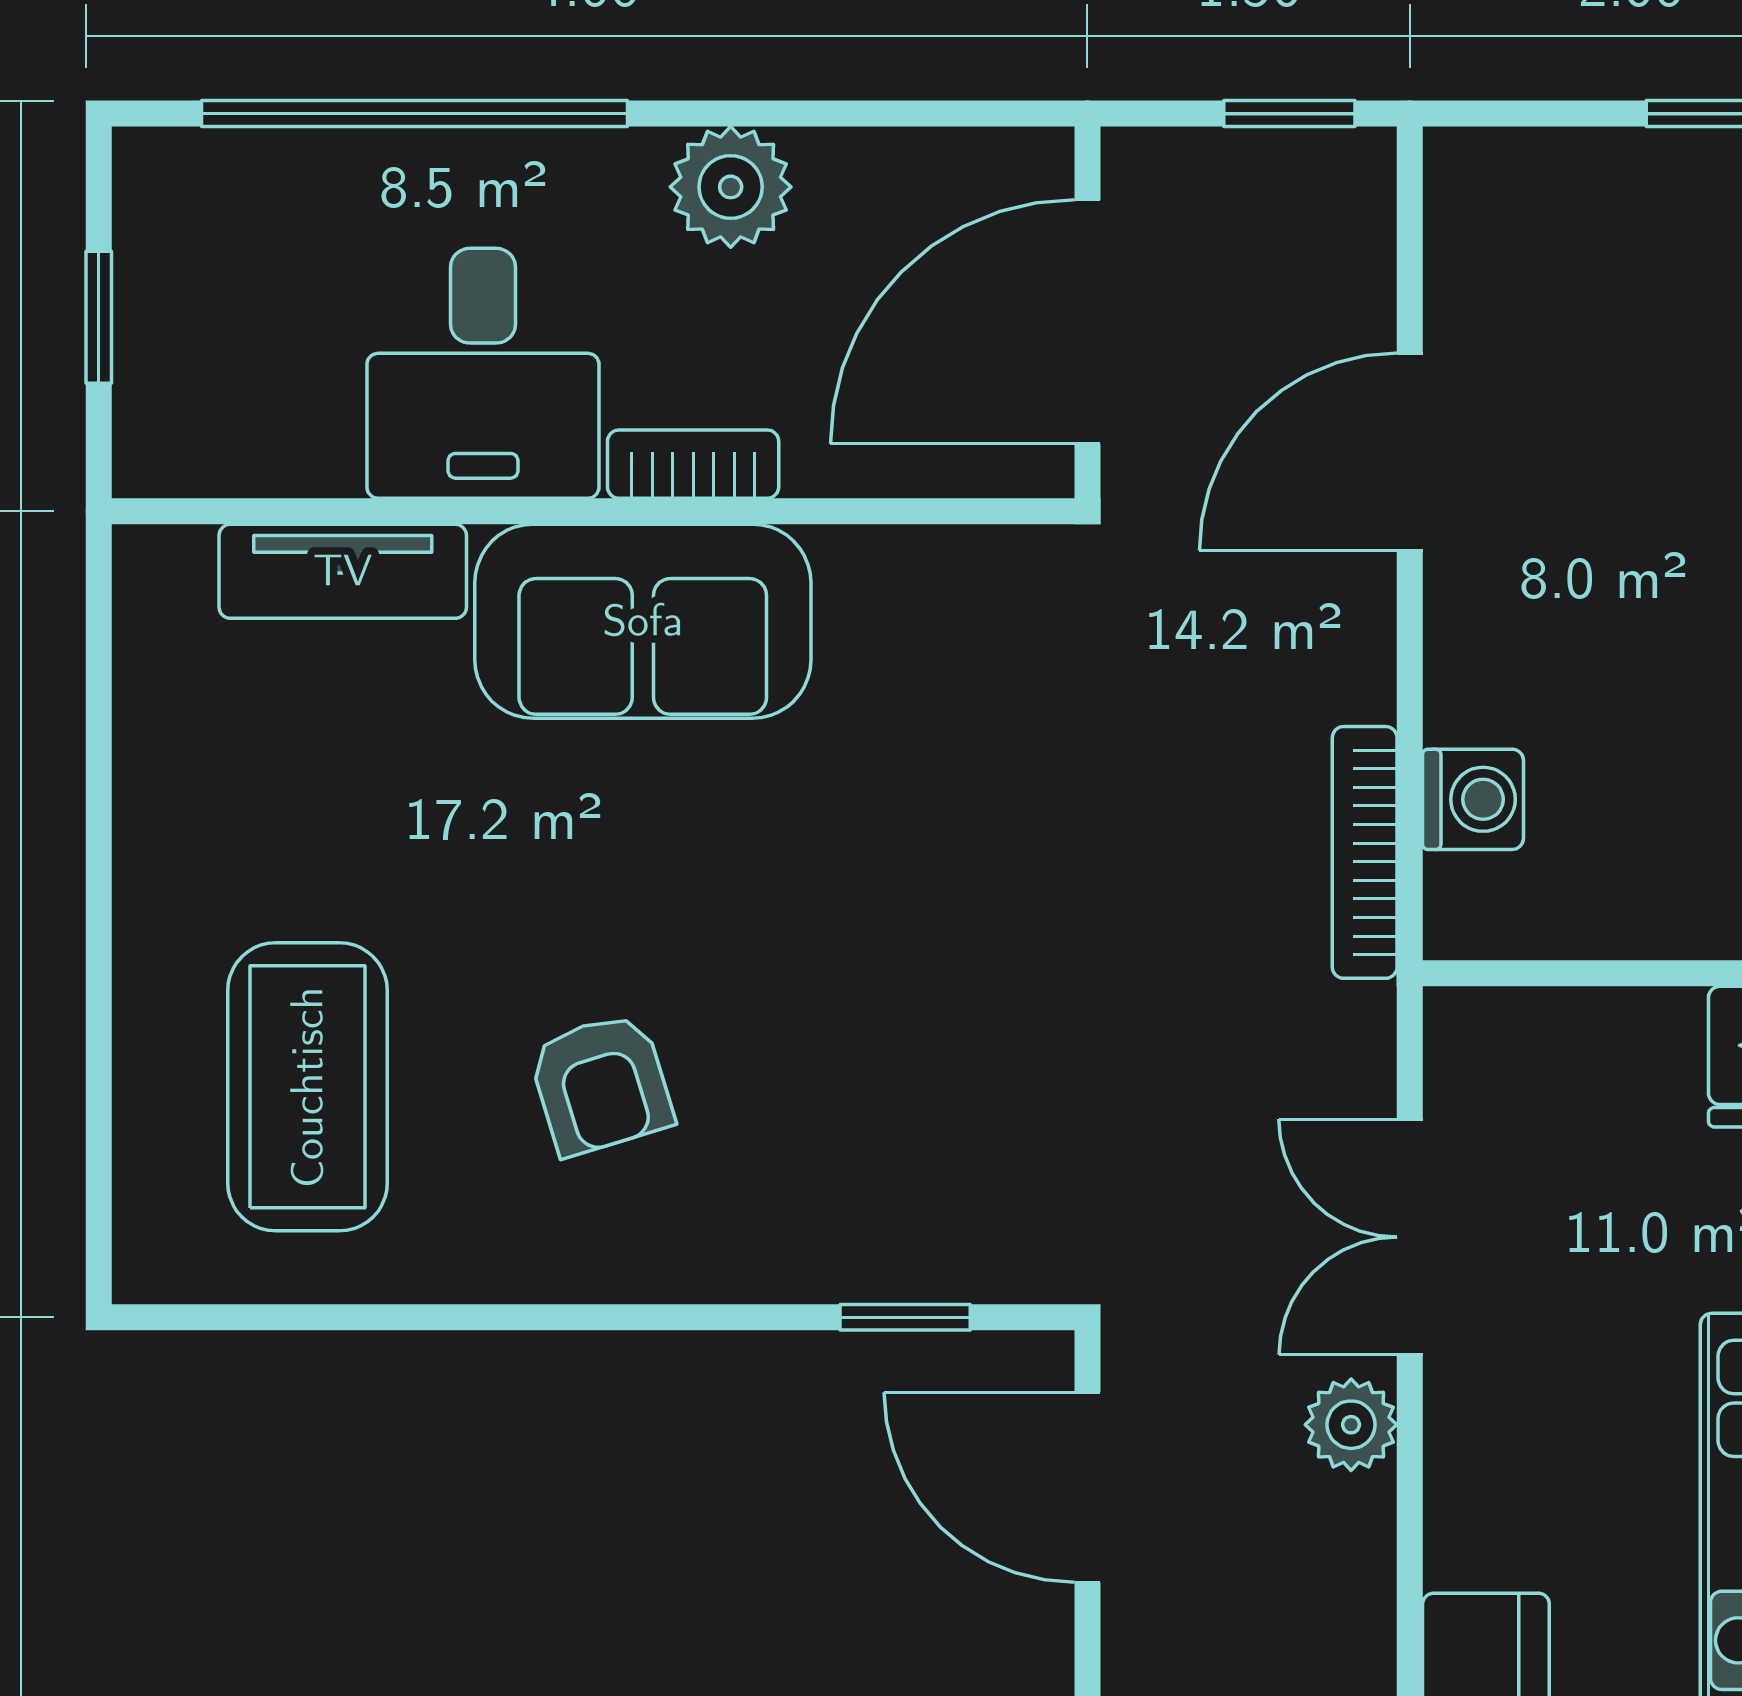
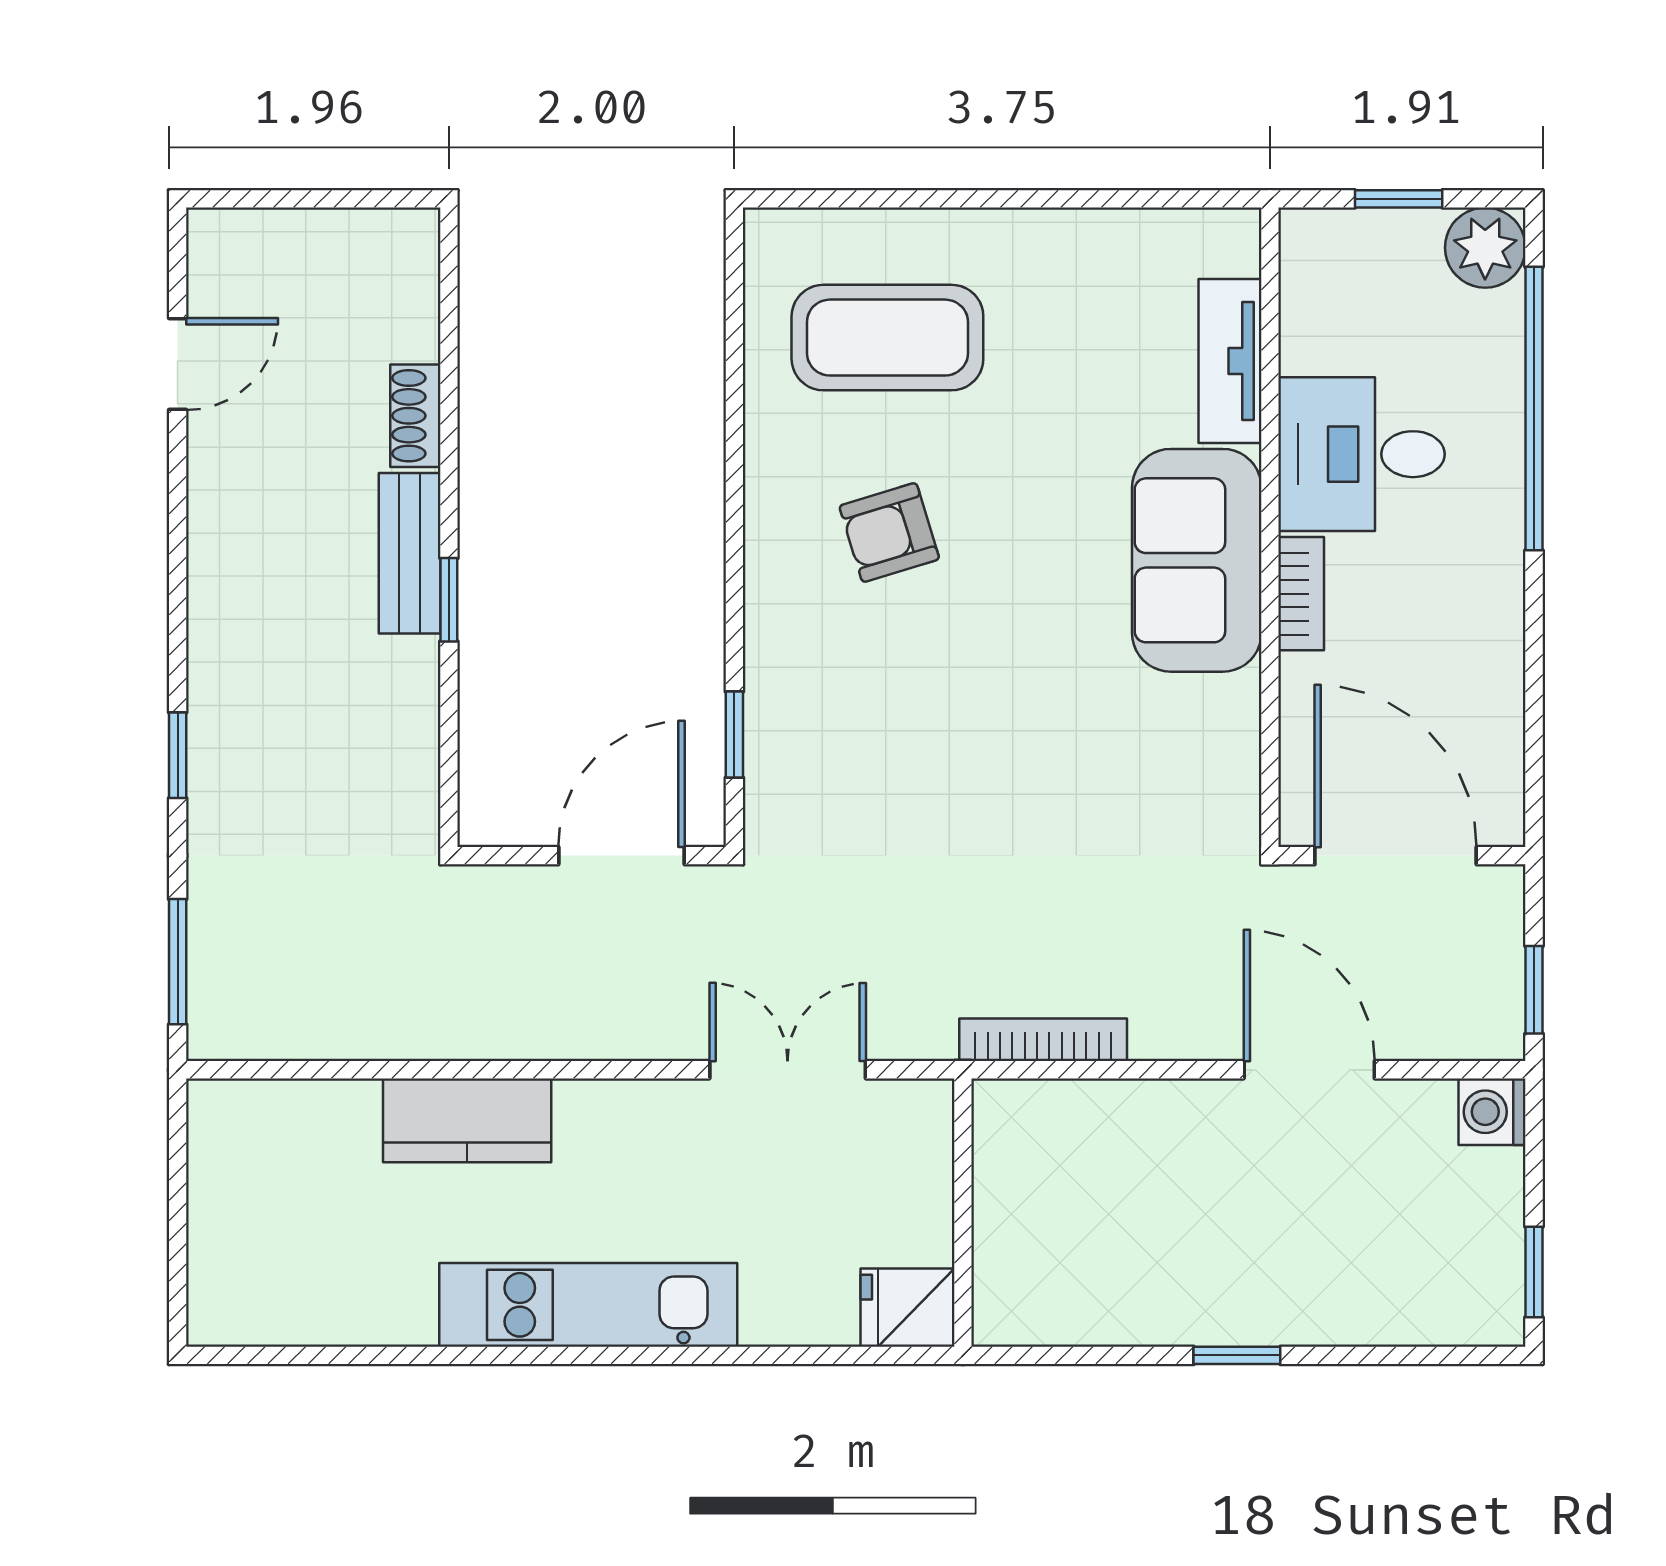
plant: (731, 187) -> (1485, 248), moved
washing machine: (1473, 799) -> (1492, 1112), moved, turned 90
plant: (1351, 1425) -> (663, 1031), removed

